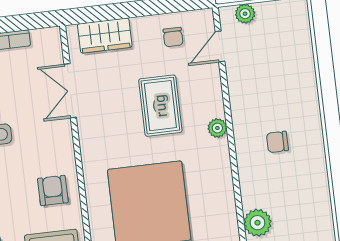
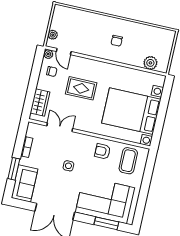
double door: (70, 91) -> (60, 127), swing flipped
plant: (217, 128) -> (48, 54), moved

